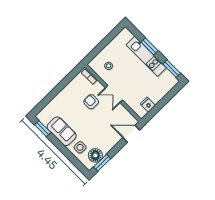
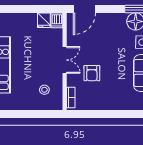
dishwasher: (140, 112) -> (57, 20), added
door: (131, 134) -> (84, 9), hinge flipped

